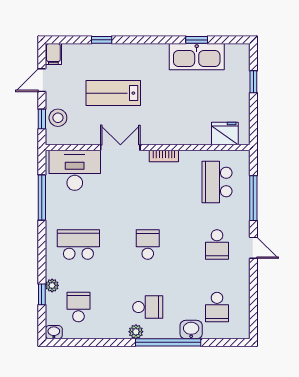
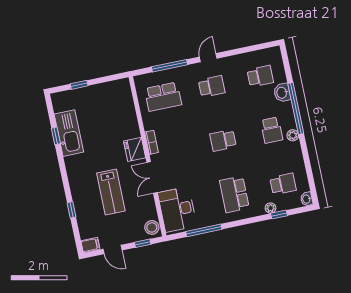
stool: (58, 118) -> (152, 227), moved
fridge: (225, 133) -> (135, 149), moved
school desk: (78, 307) -> (283, 184), turned 180
school desk: (148, 307) -> (272, 130), turned 180

